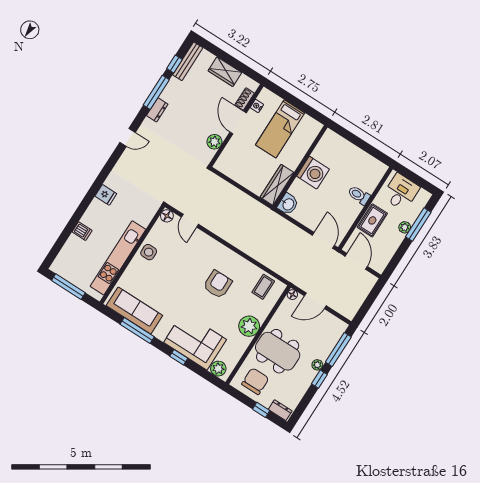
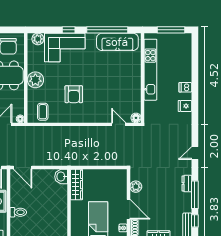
washing machine: (313, 173) -> (58, 208), removed
dishwasher: (82, 231) -> (185, 87), moved
side table: (149, 252) -> (133, 86), removed
window: (137, 331) -> (107, 30), width x1.46

